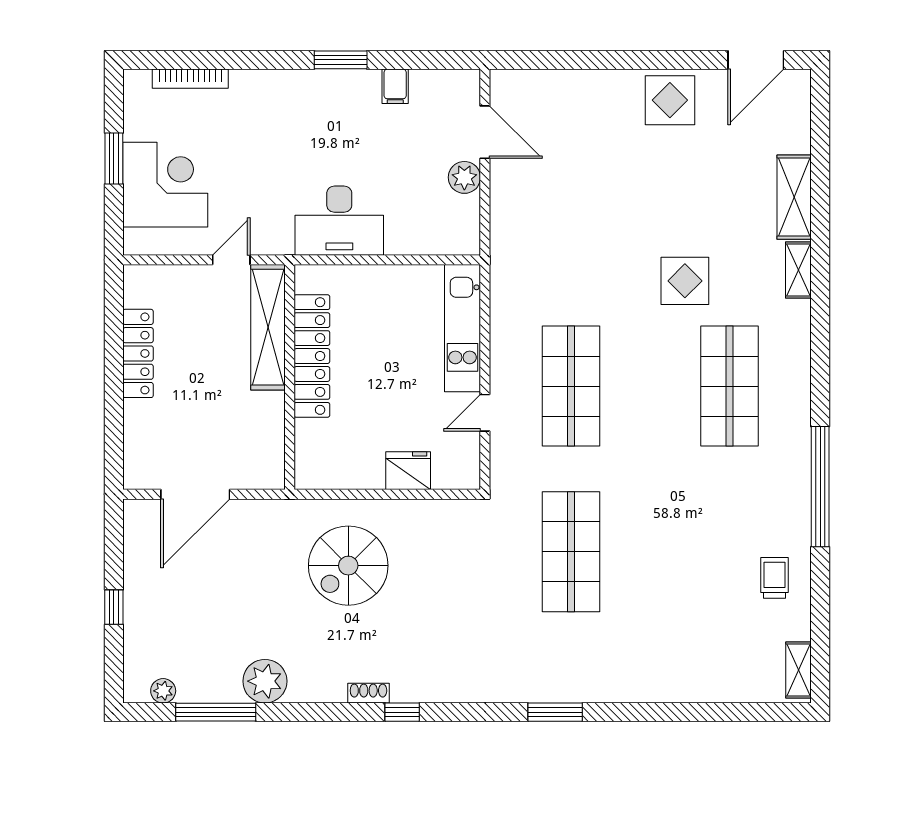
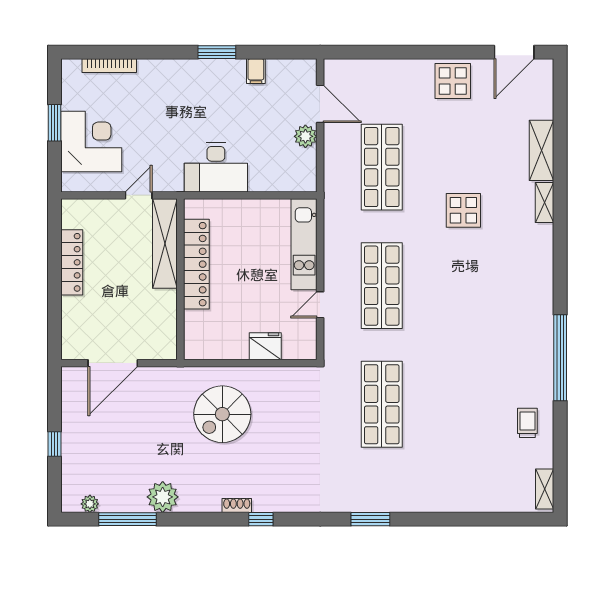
shop shelf: (730, 386) -> (382, 167), moved

